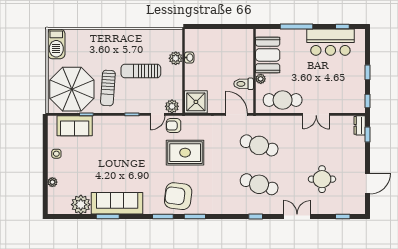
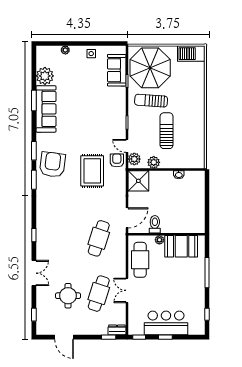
bar counter: (330, 42) -> (166, 323), moved, turned 90
plant: (176, 58) -> (154, 162), moved
cafe table: (259, 184) -> (99, 294), moved

